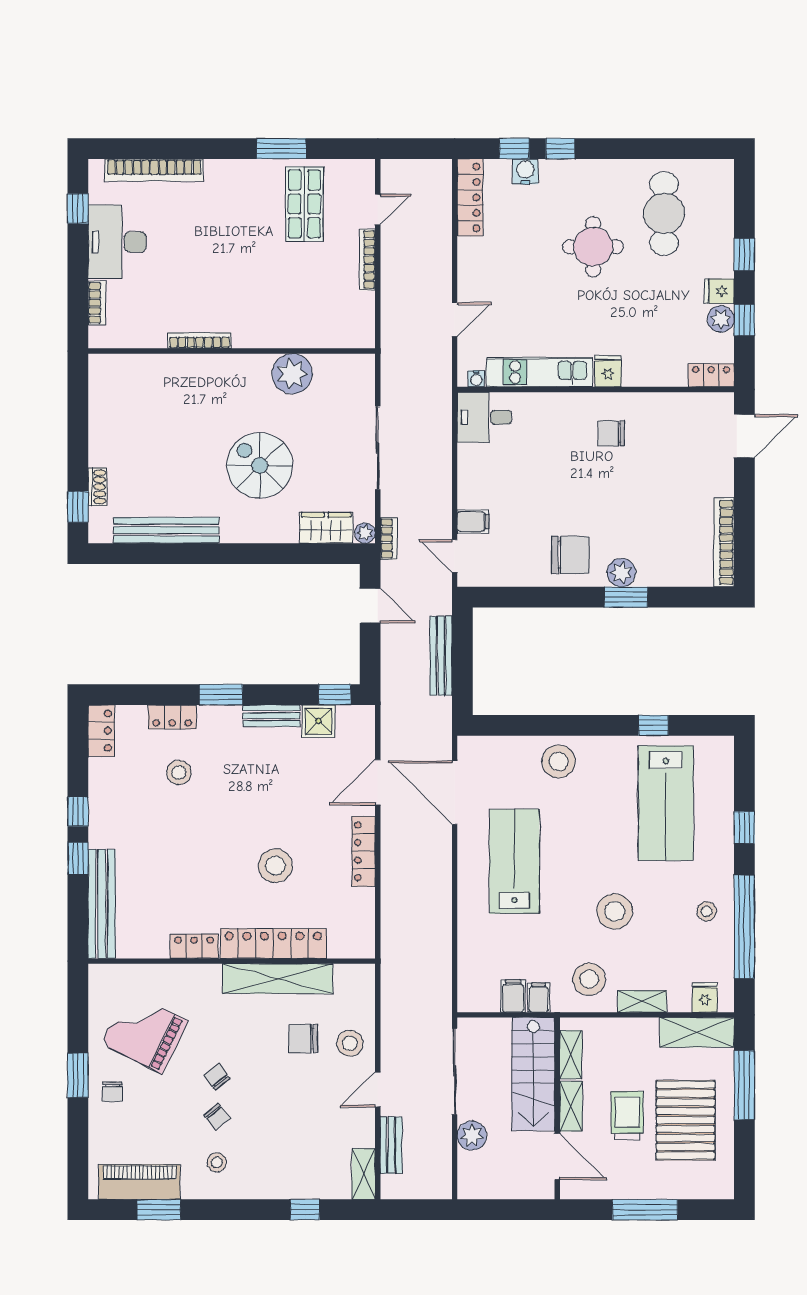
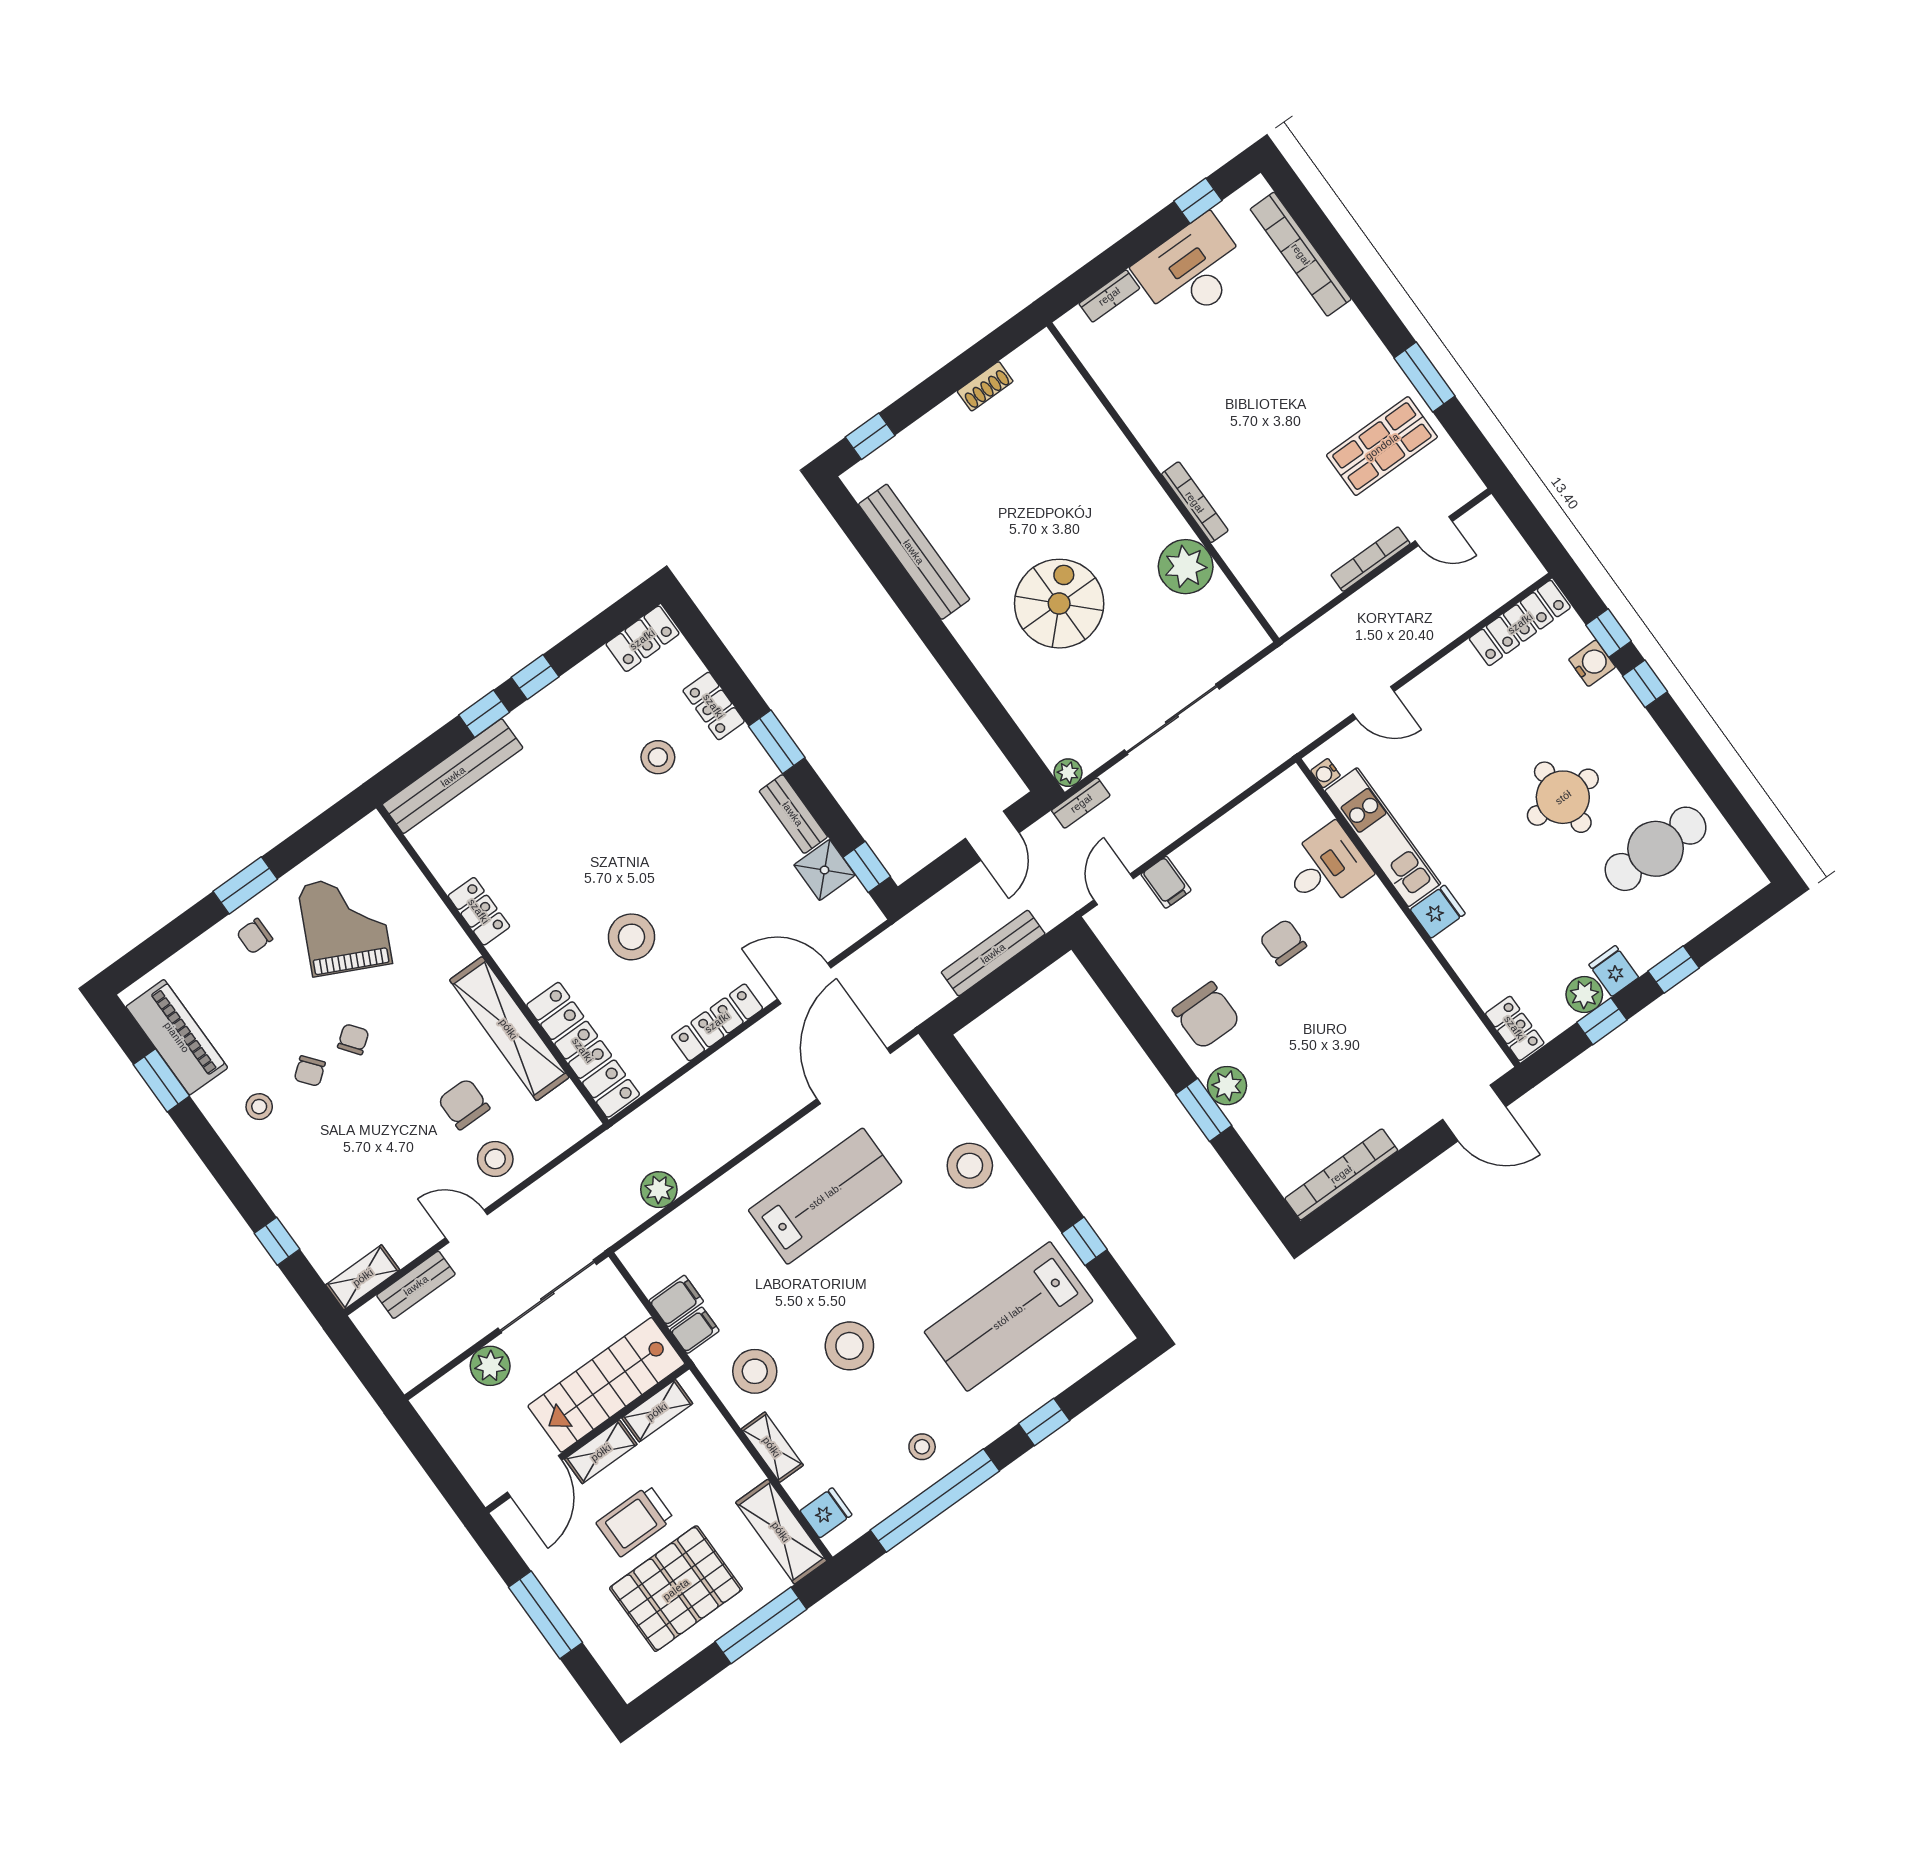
bookcase: (199, 340) -> (1195, 502), moved
desk: (484, 417) -> (1326, 868), moved, turned 90
chair: (612, 433) -> (1283, 942), moved
shoe rack: (97, 487) -> (985, 386), moved
wardrobe: (326, 528) -> (1043, 726), removed
locker: (273, 944) -> (583, 1050), moved
plant: (439, 958) -> (659, 1190), added
trolley: (627, 1116) -> (635, 1521), turned 180

